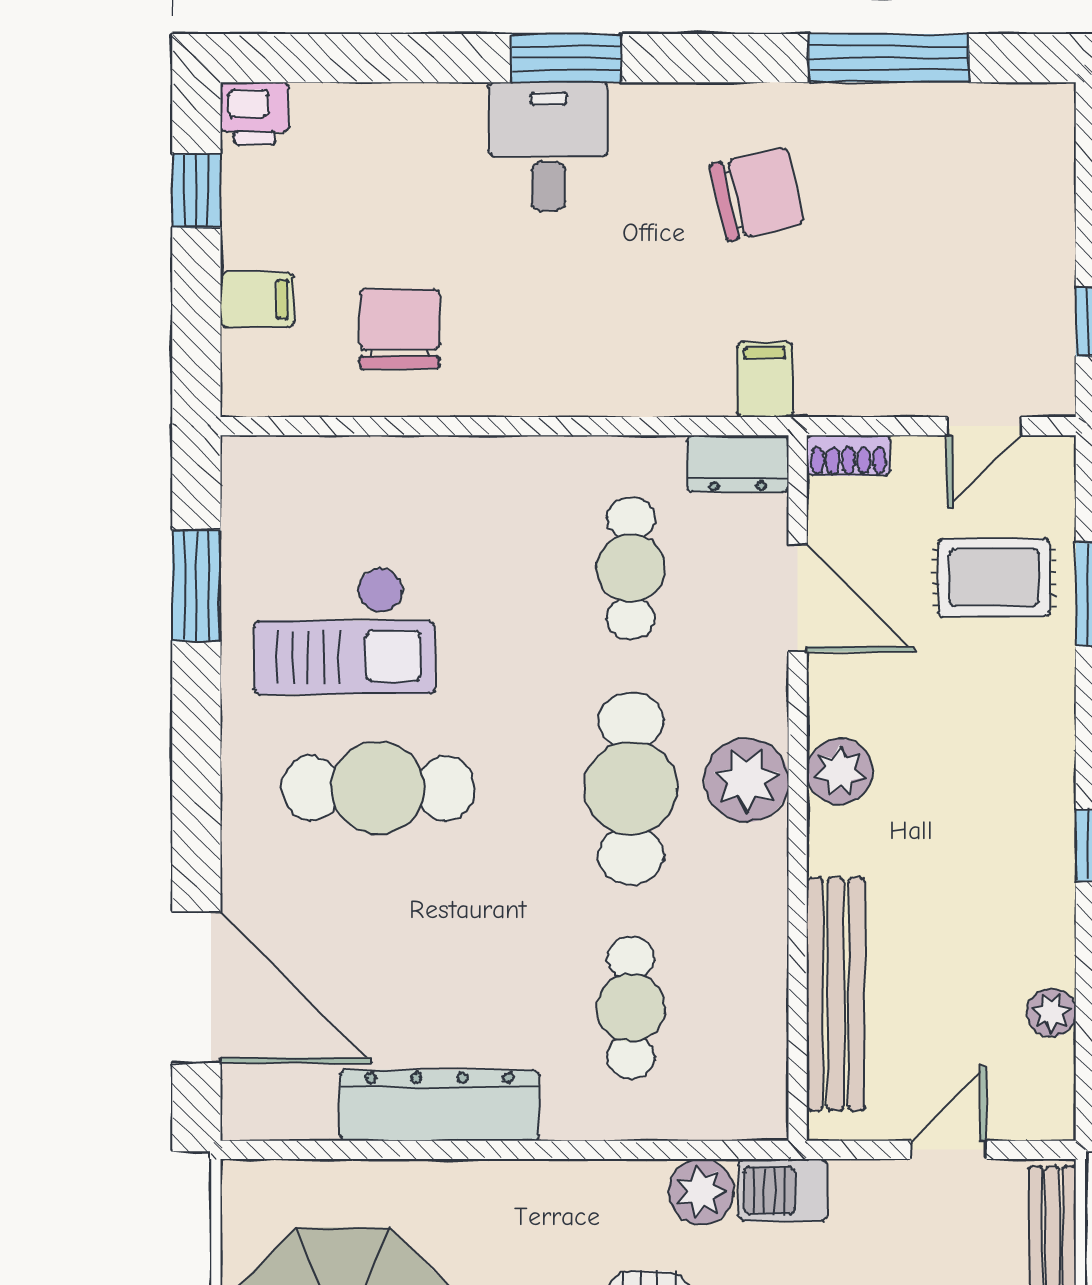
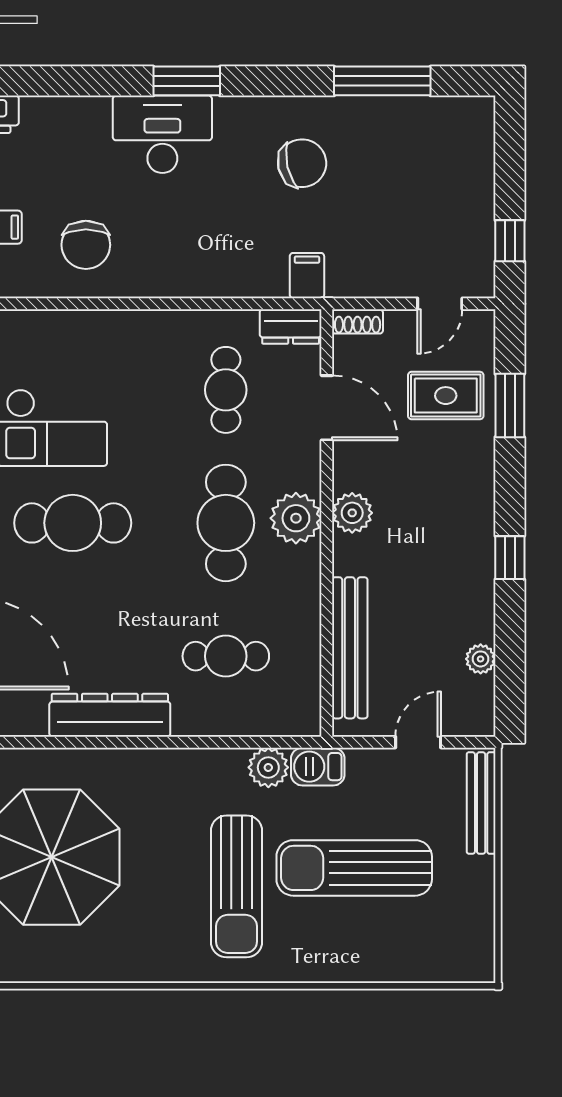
desk: (548, 146) -> (162, 134), width x1.37
chair: (400, 329) -> (86, 245), turned 180
cafe table: (631, 1008) -> (226, 656), turned 90

